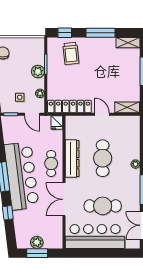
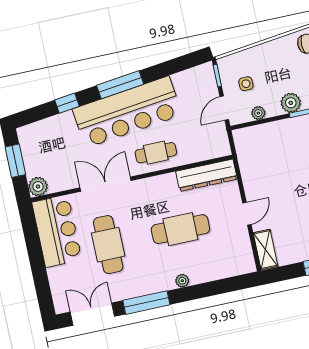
locker: (69, 107) -> (248, 162), removed
fridge: (57, 123) -> (220, 148), removed
dresser: (72, 158) -> (206, 175), moved
bar counter: (95, 236) -> (57, 231), width x0.73
plant: (37, 242) -> (38, 187), moved

